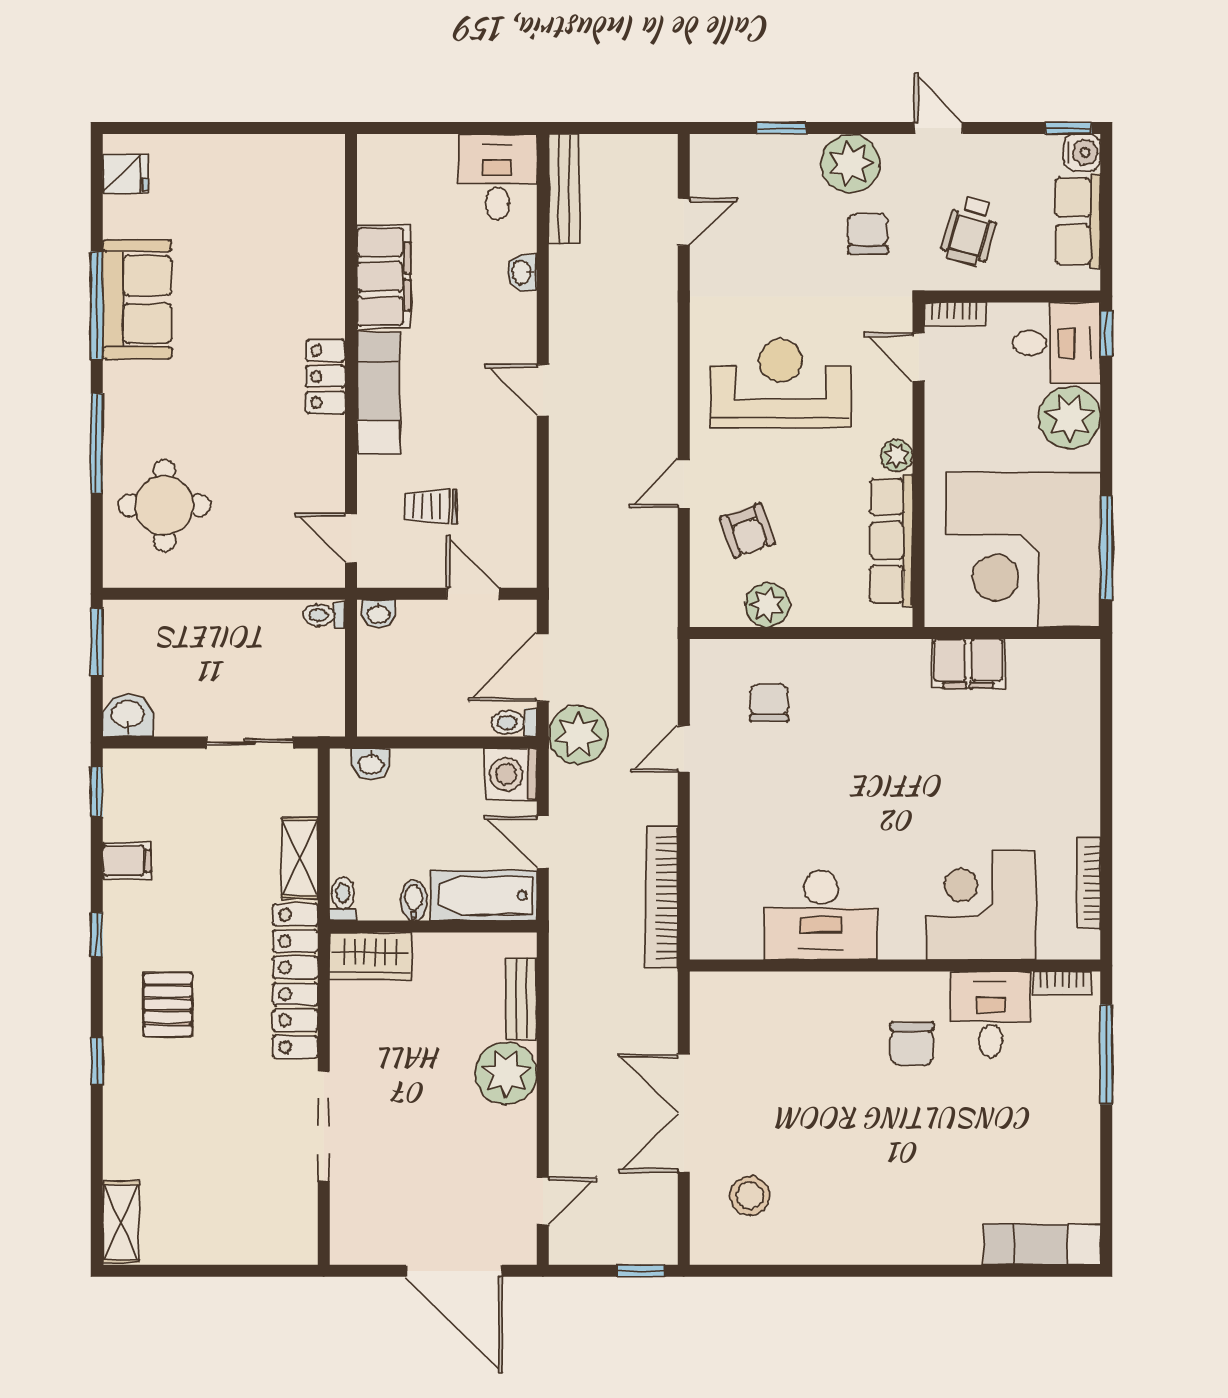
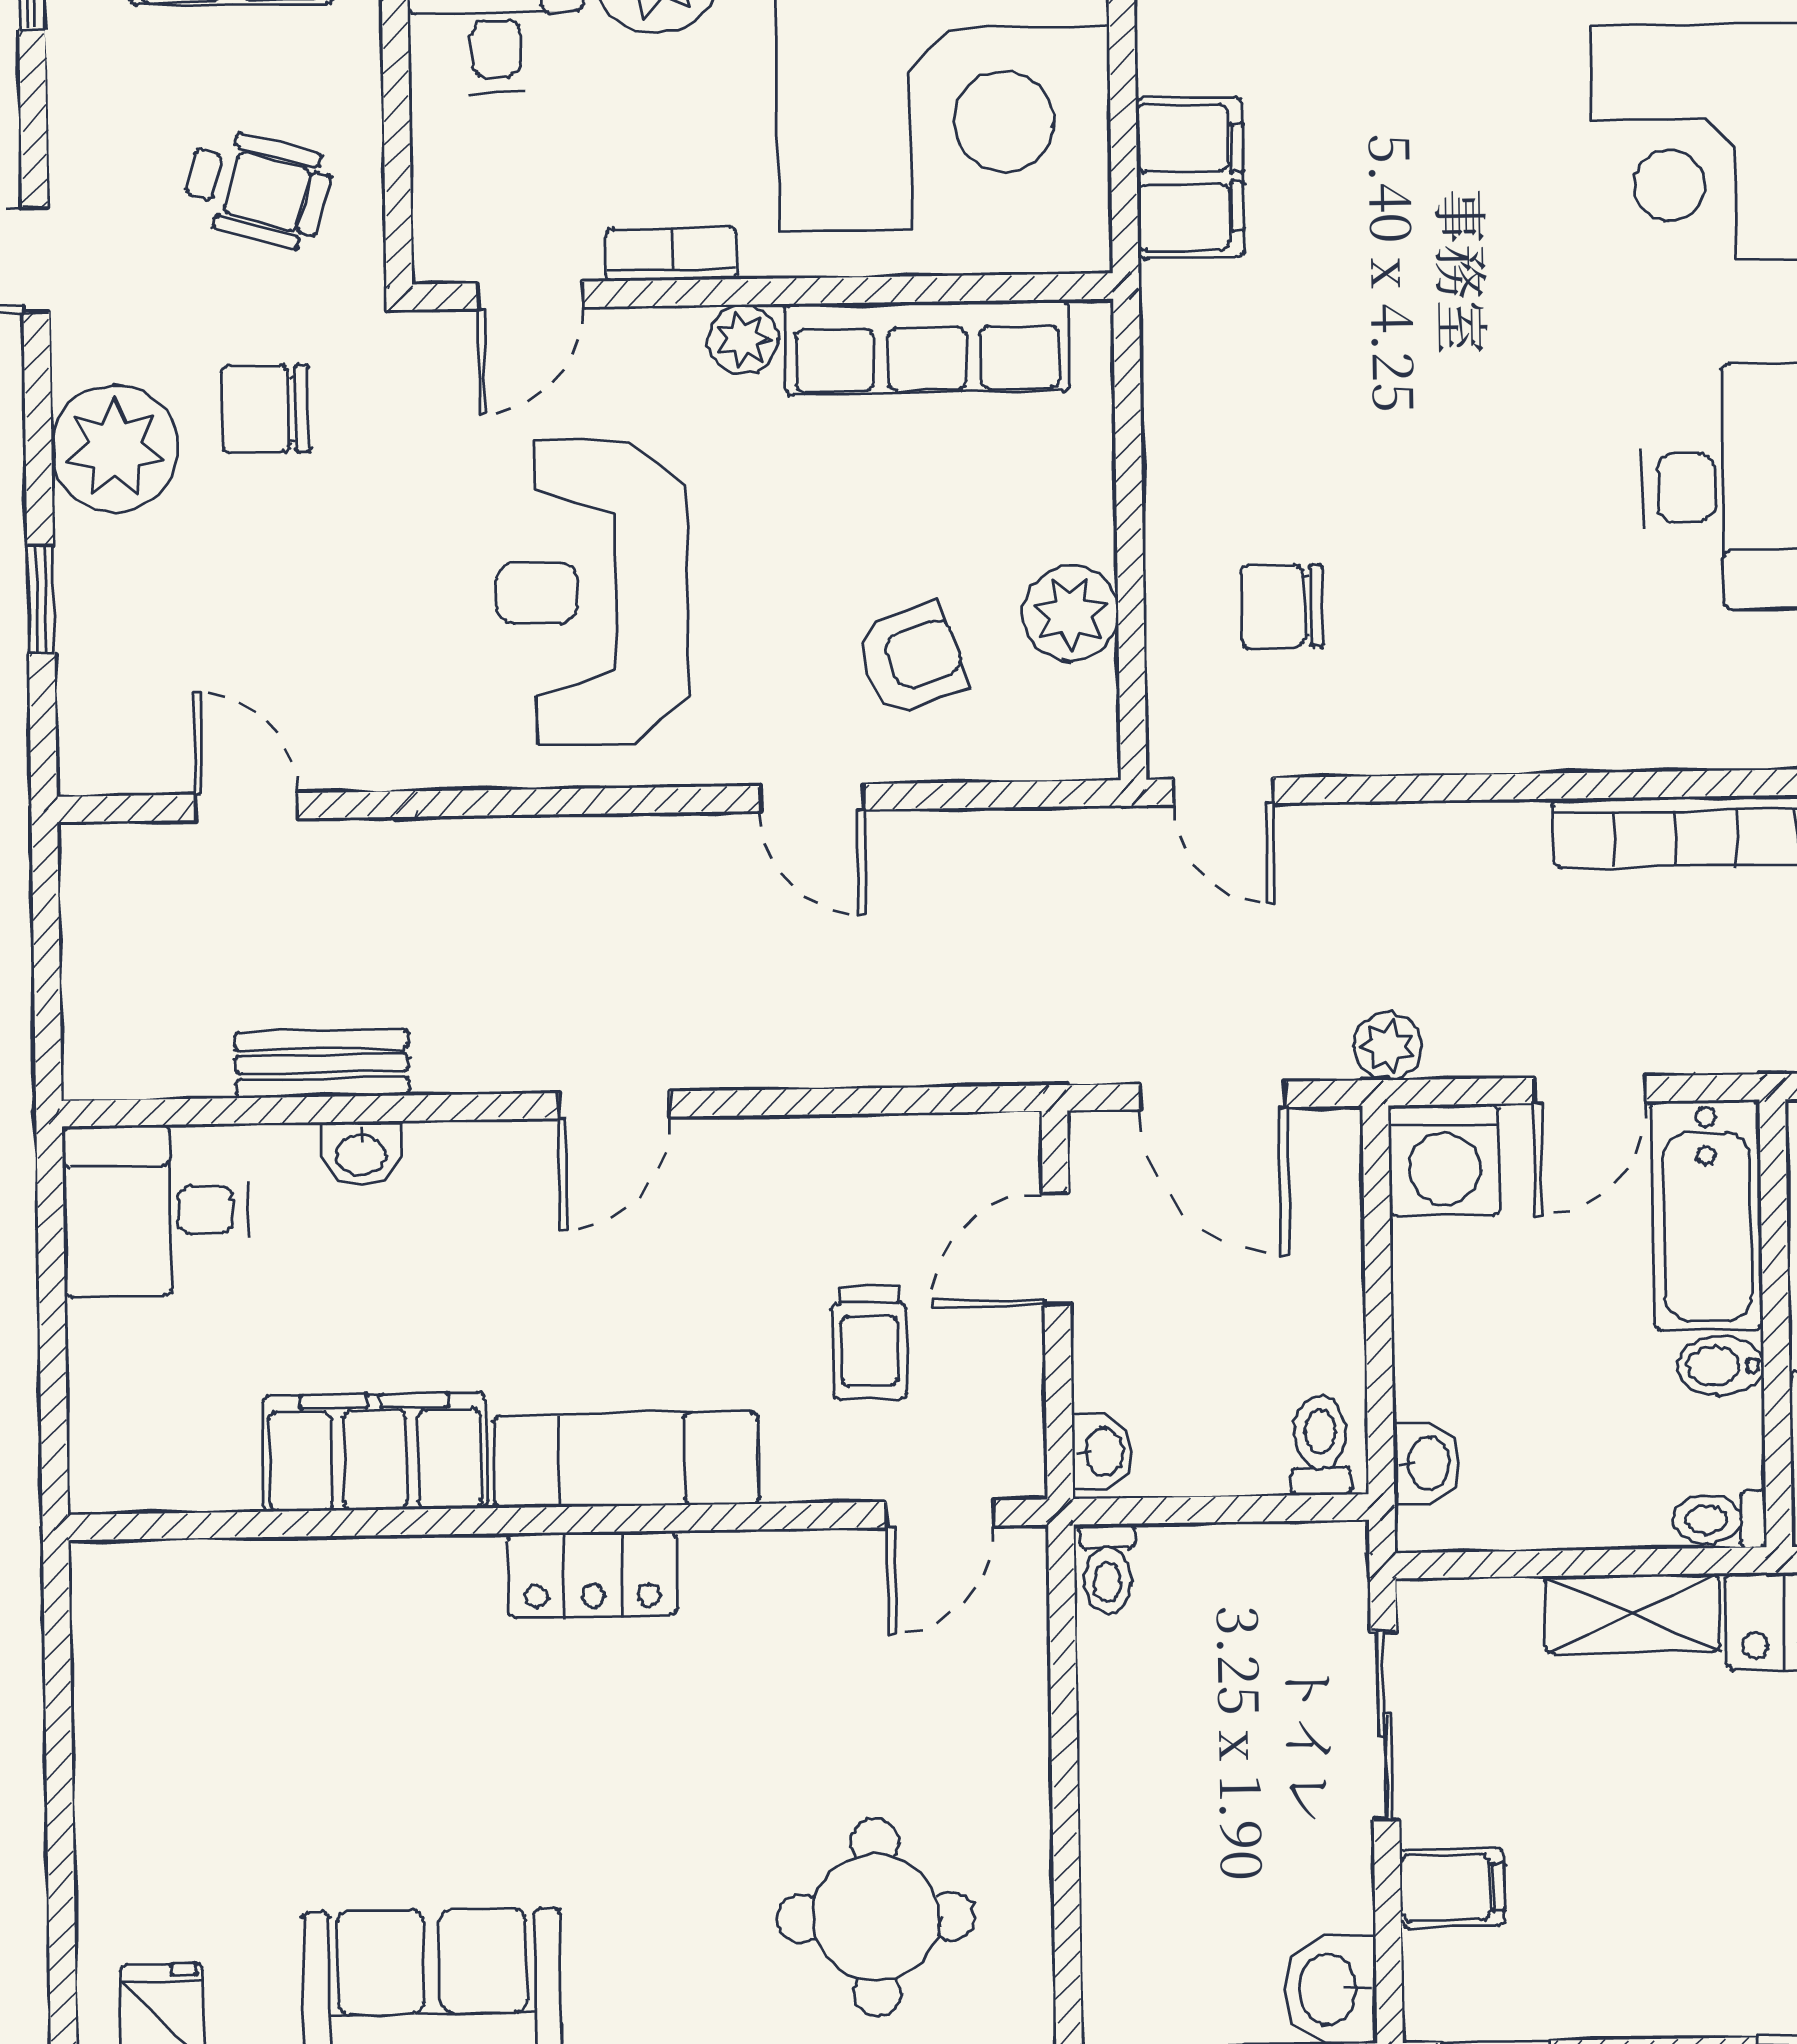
bench: (564, 189) -> (322, 1064), moved, width x0.73
bookcase: (955, 314) -> (672, 254), moved, turned -90
toilet: (514, 723) -> (1320, 1446), moved, turned 180
plant: (578, 735) -> (1388, 1046), width x0.53, depth x0.53
door: (684, 749) -> (1223, 791), moved
filing cabinet: (127, 861) -> (1452, 1888), moved, turned 90

